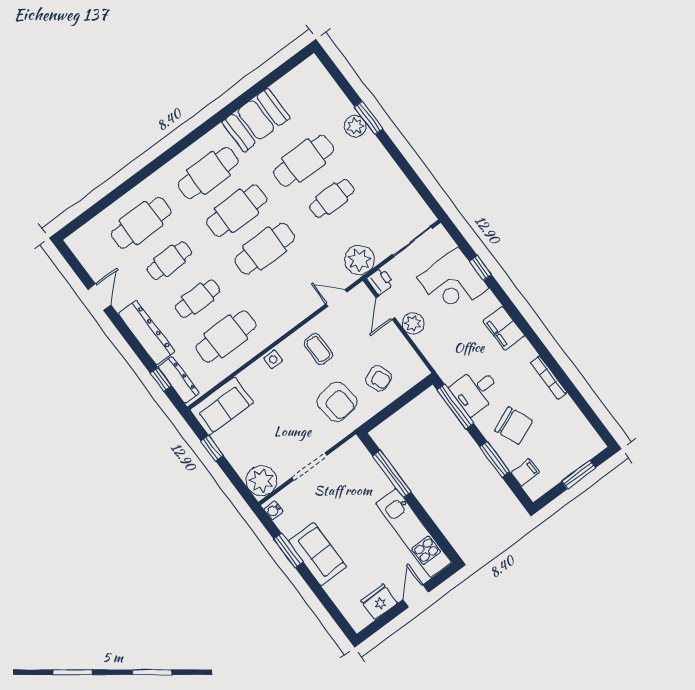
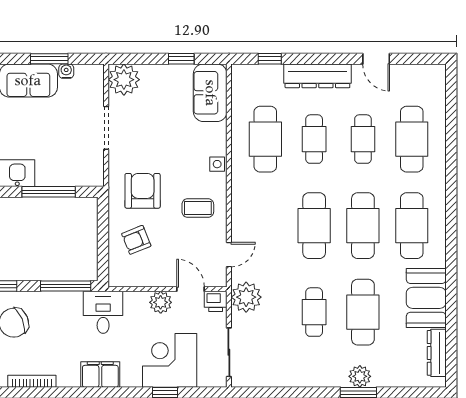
dresser: (179, 380) -> (437, 353), moved, turned 90
desk: (475, 391) -> (103, 312), moved
armchair: (337, 402) -> (143, 191), turned 97
water cooler: (273, 510) -> (66, 71), moved

